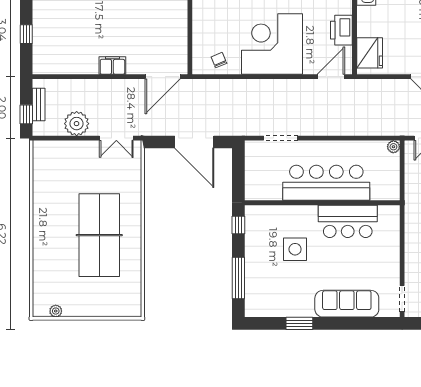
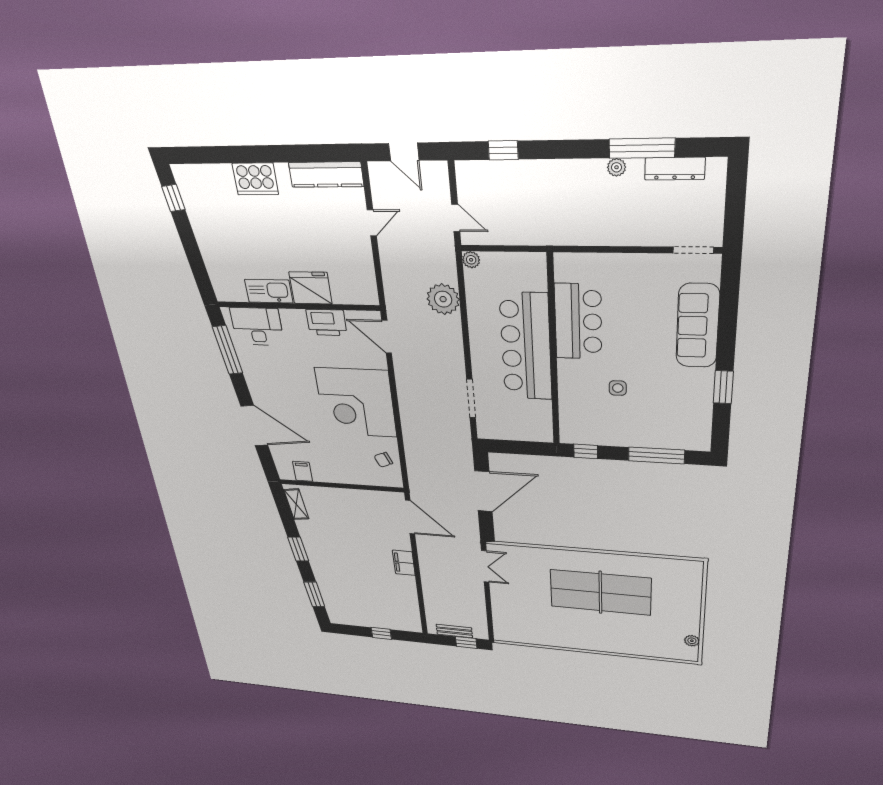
fridge: (370, 53) -> (311, 288), moved
plant: (77, 124) -> (443, 299), moved
side table: (295, 249) -> (618, 388), width x0.54, depth x0.54

